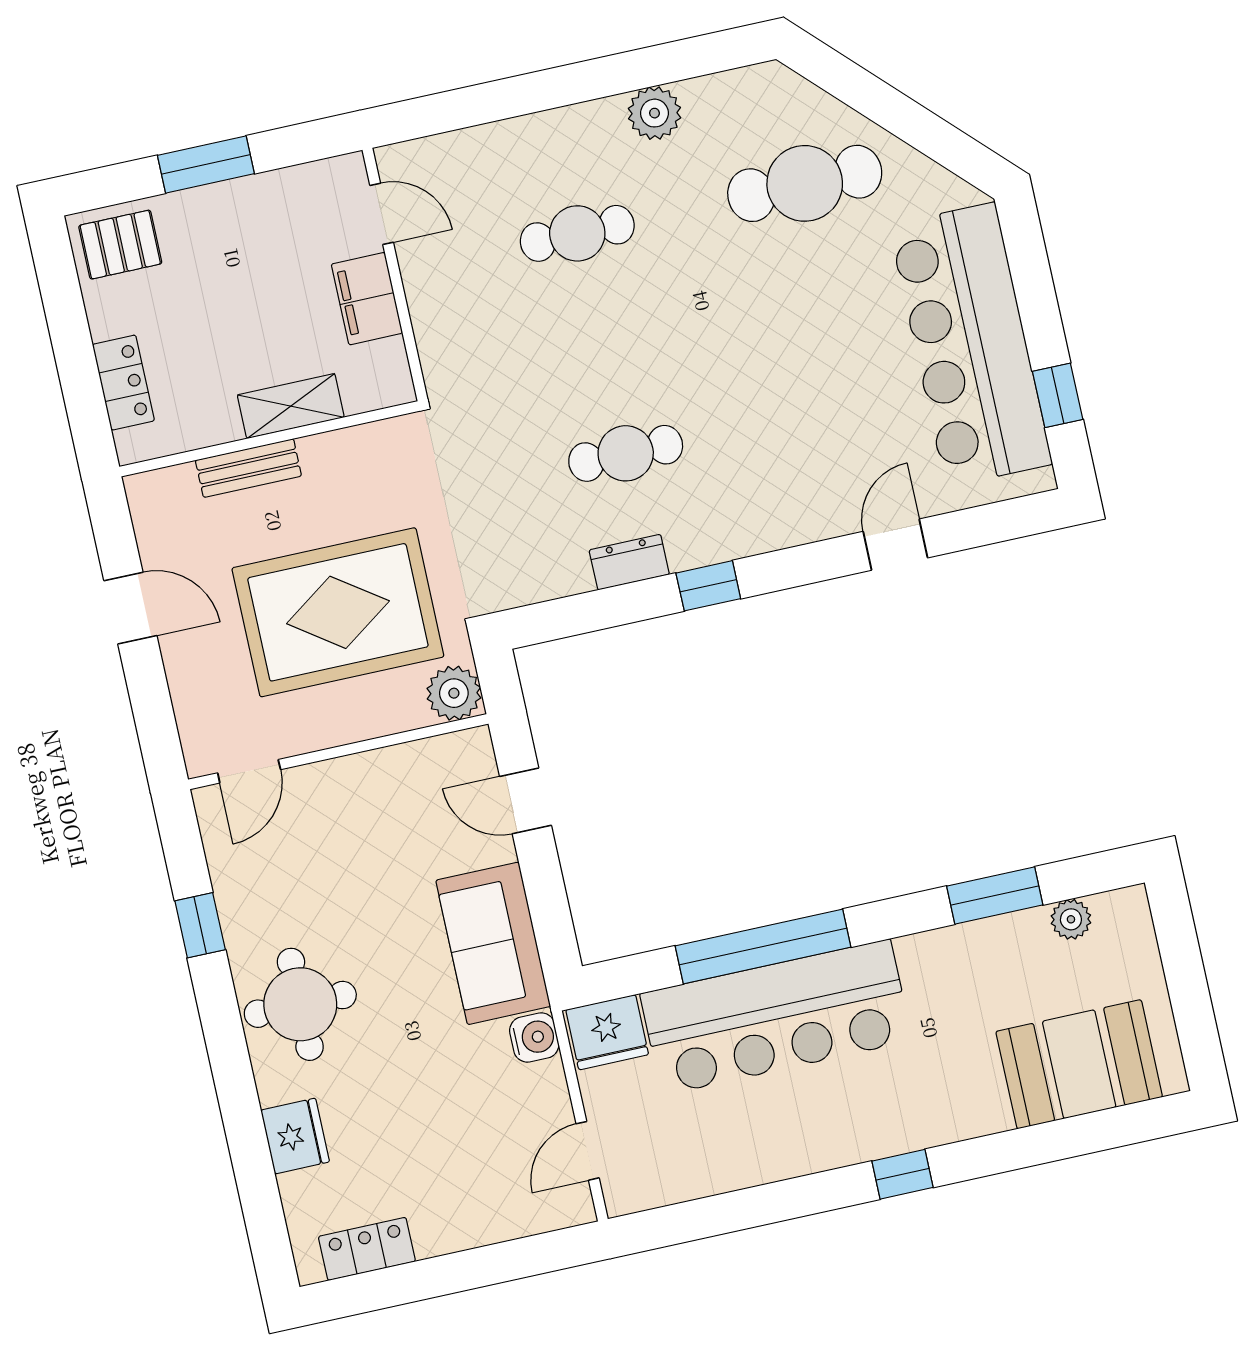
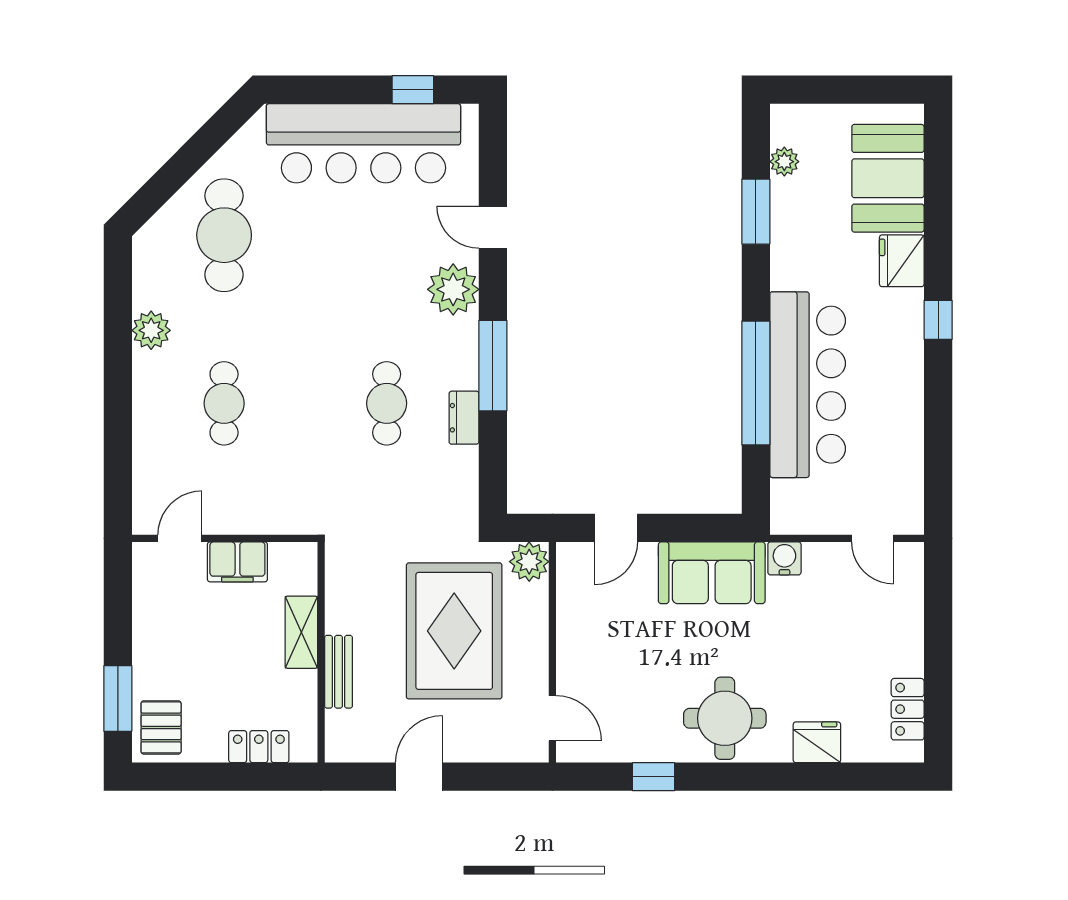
window: (206, 164) -> (118, 699), moved
plant: (800, 509) -> (453, 289), added
window: (708, 586) -> (493, 366), width x2.17
fridge: (607, 1032) -> (902, 261), moved, turned 180

